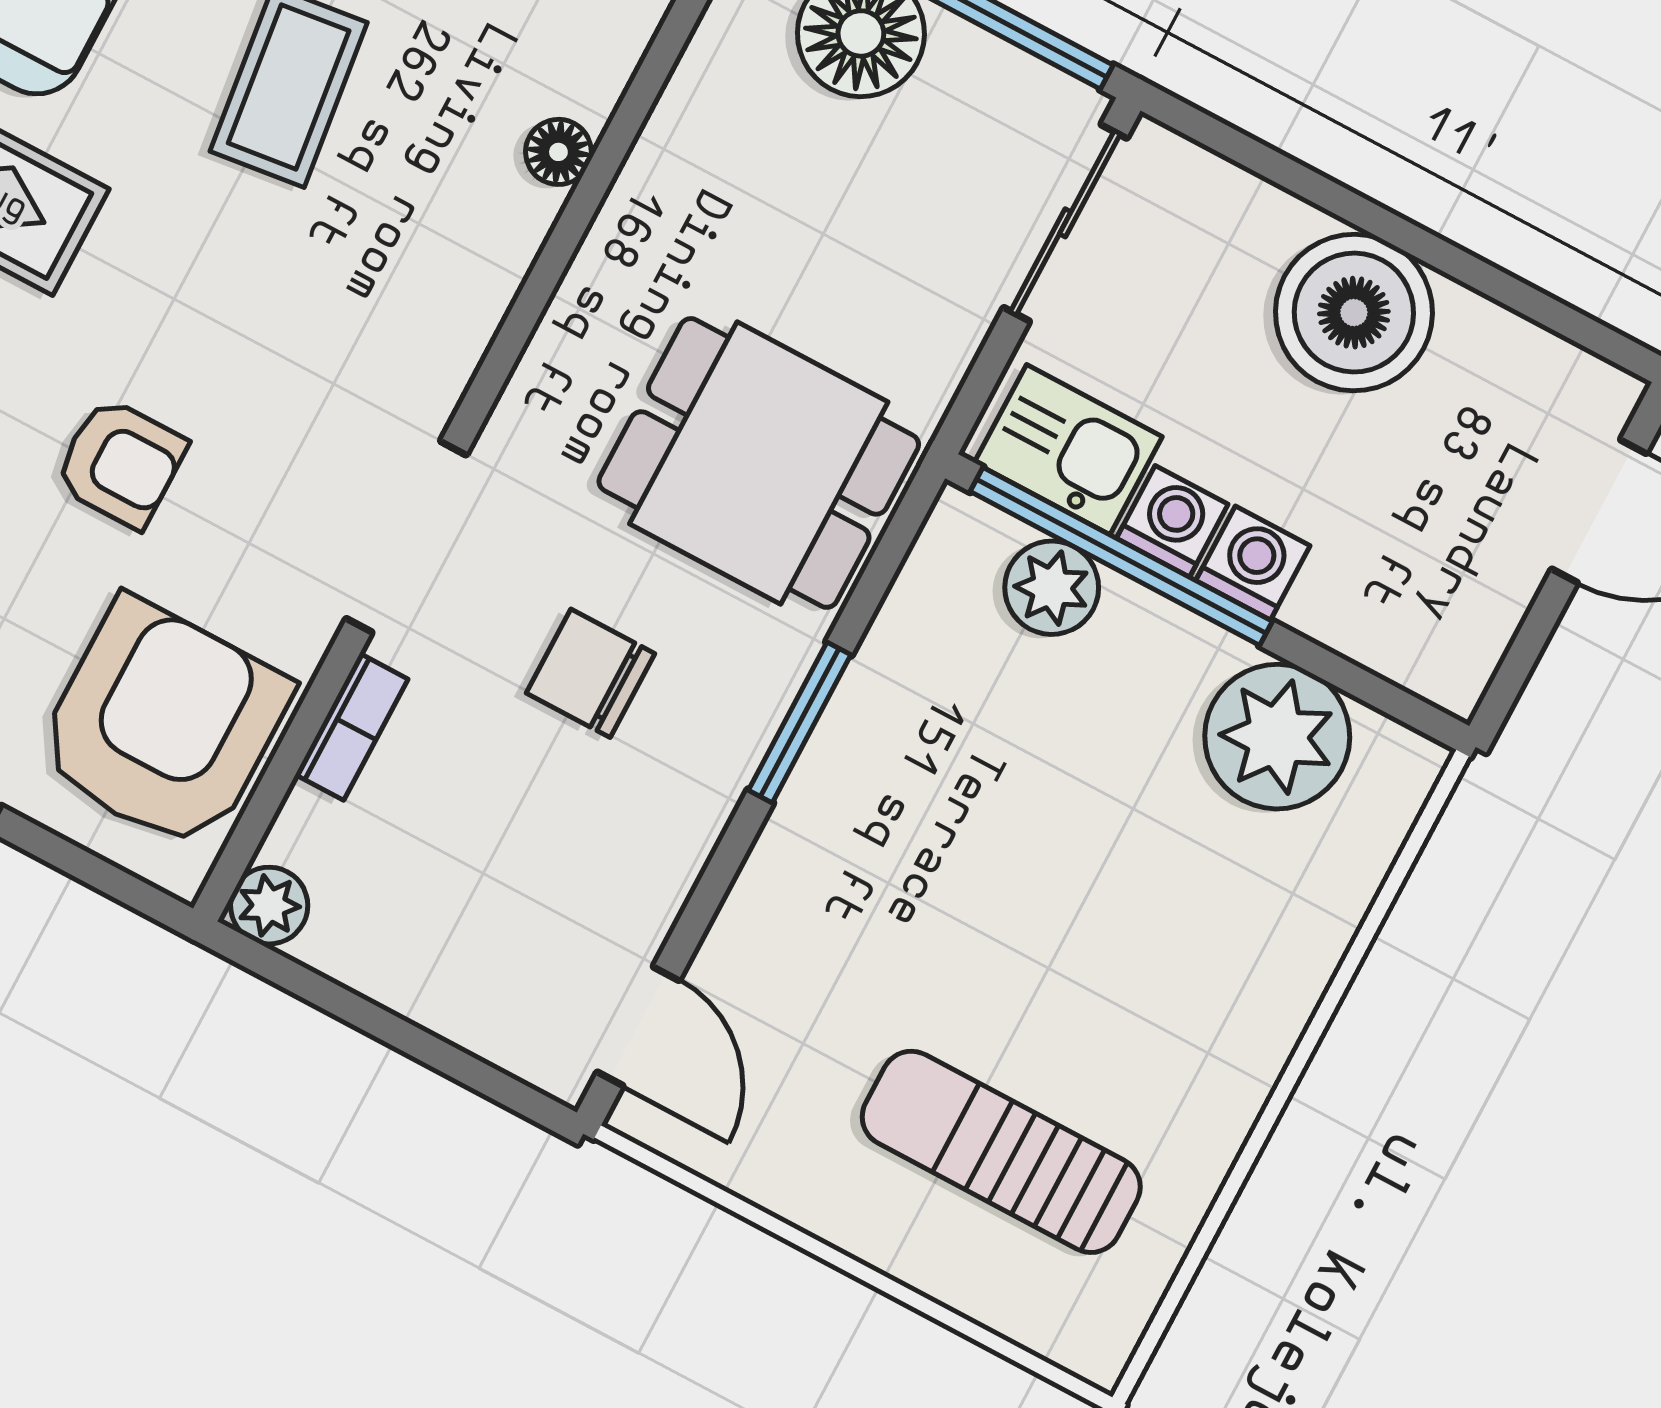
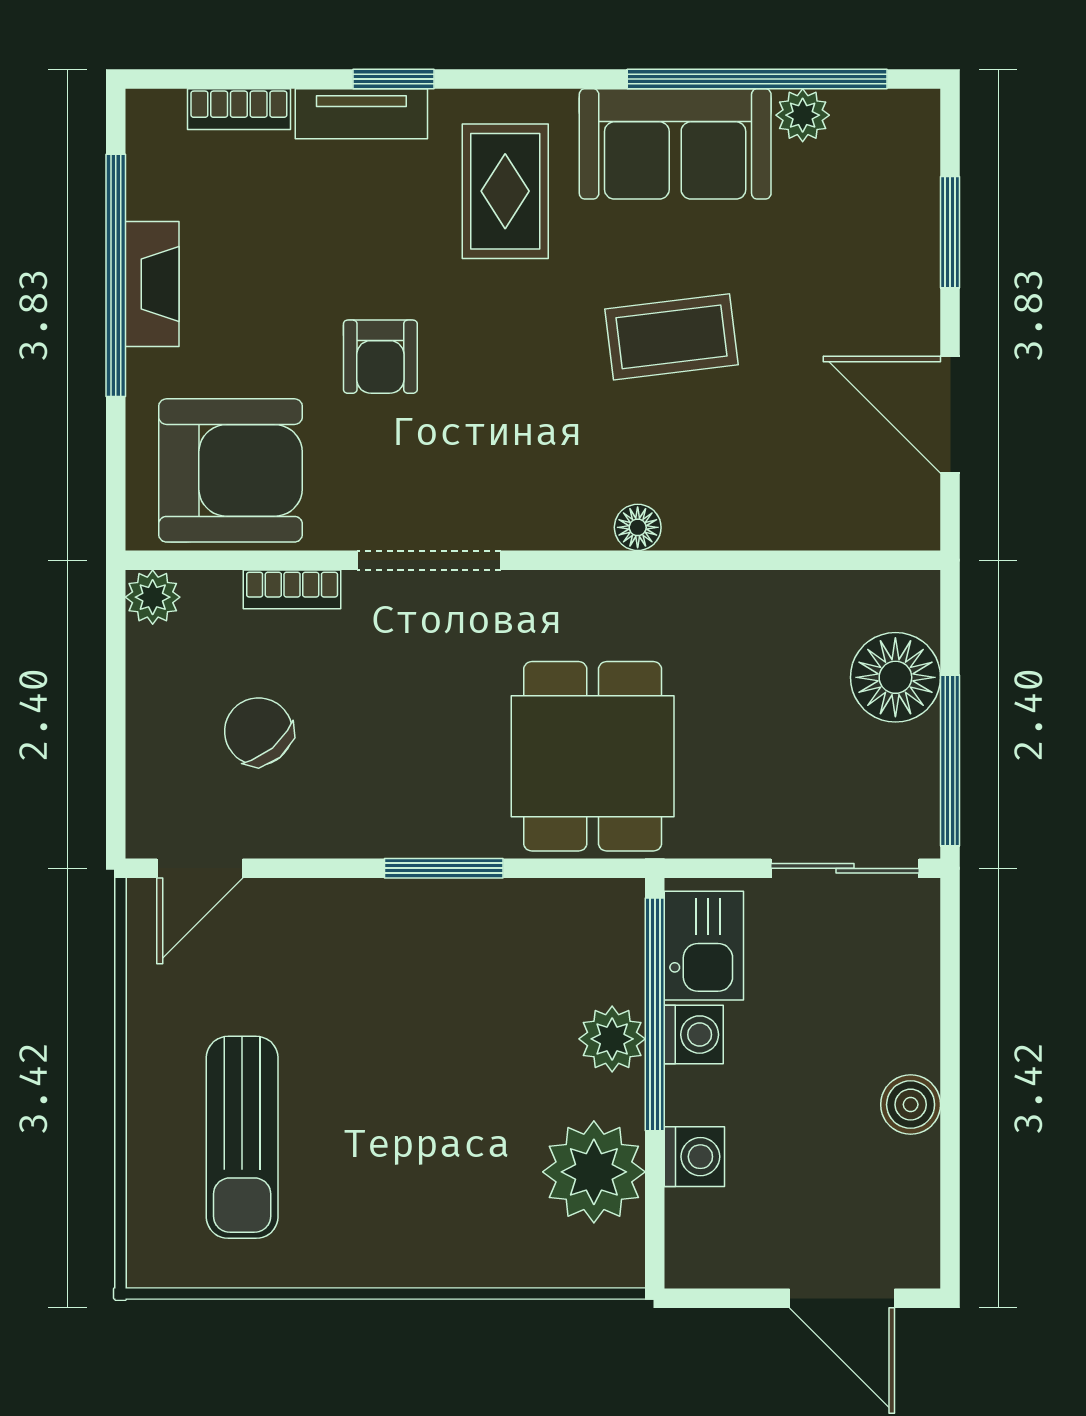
floor lamp: (558, 152) -> (638, 527), moved
boiler: (1354, 313) -> (911, 1105), width x0.54, depth x0.54
washing machine: (1253, 563) -> (694, 1157), moved
plant: (1052, 588) -> (612, 1039), moved
chair: (591, 673) -> (258, 732), moved, turned -40
sun lounger: (1001, 1152) -> (242, 1137), turned 180

